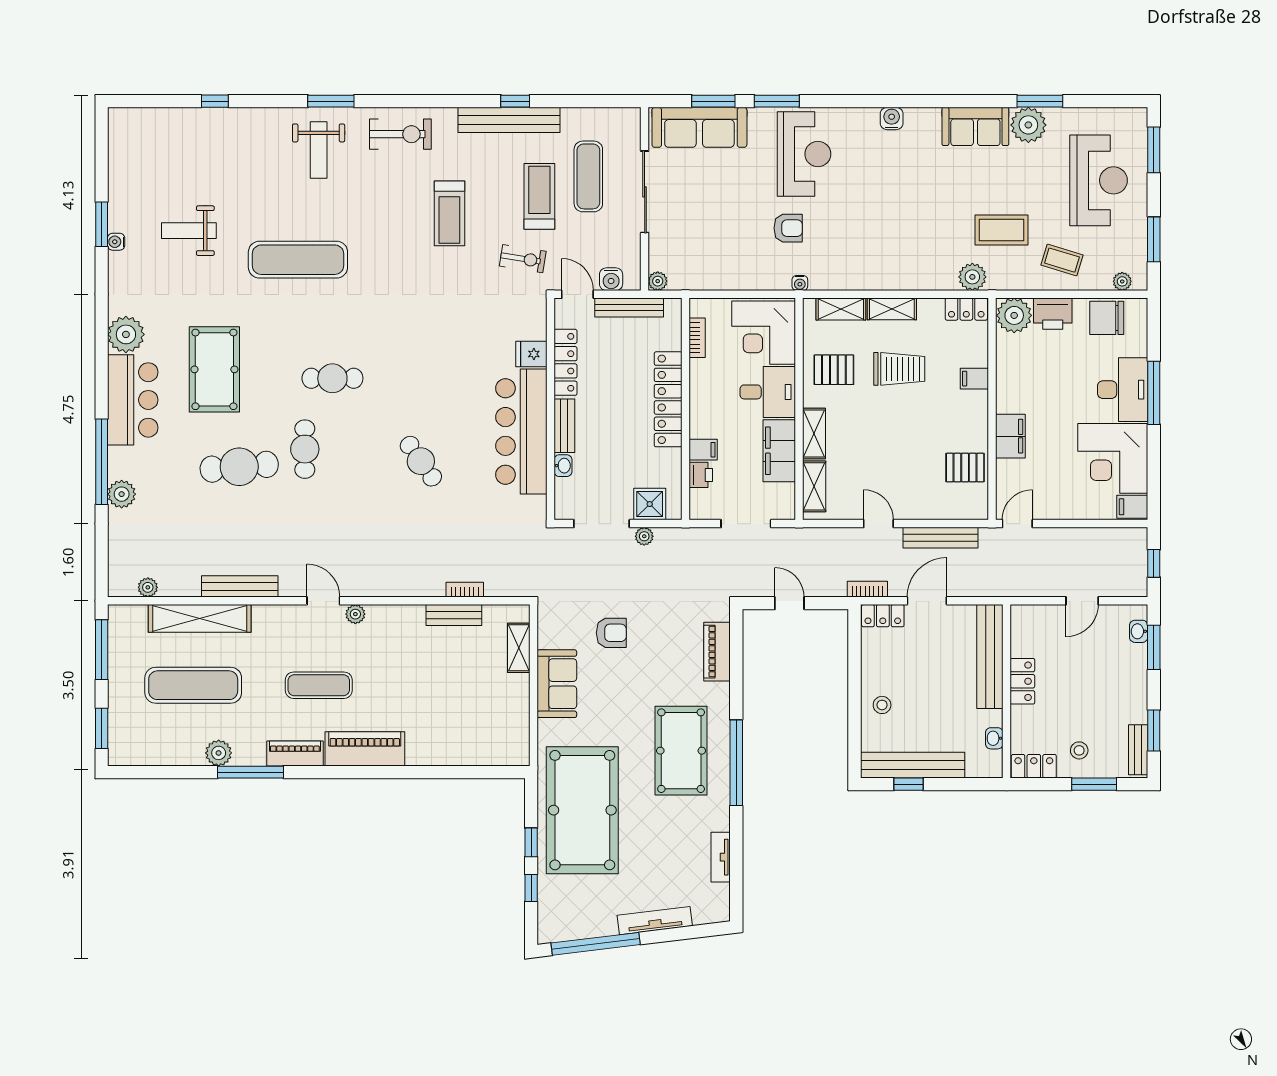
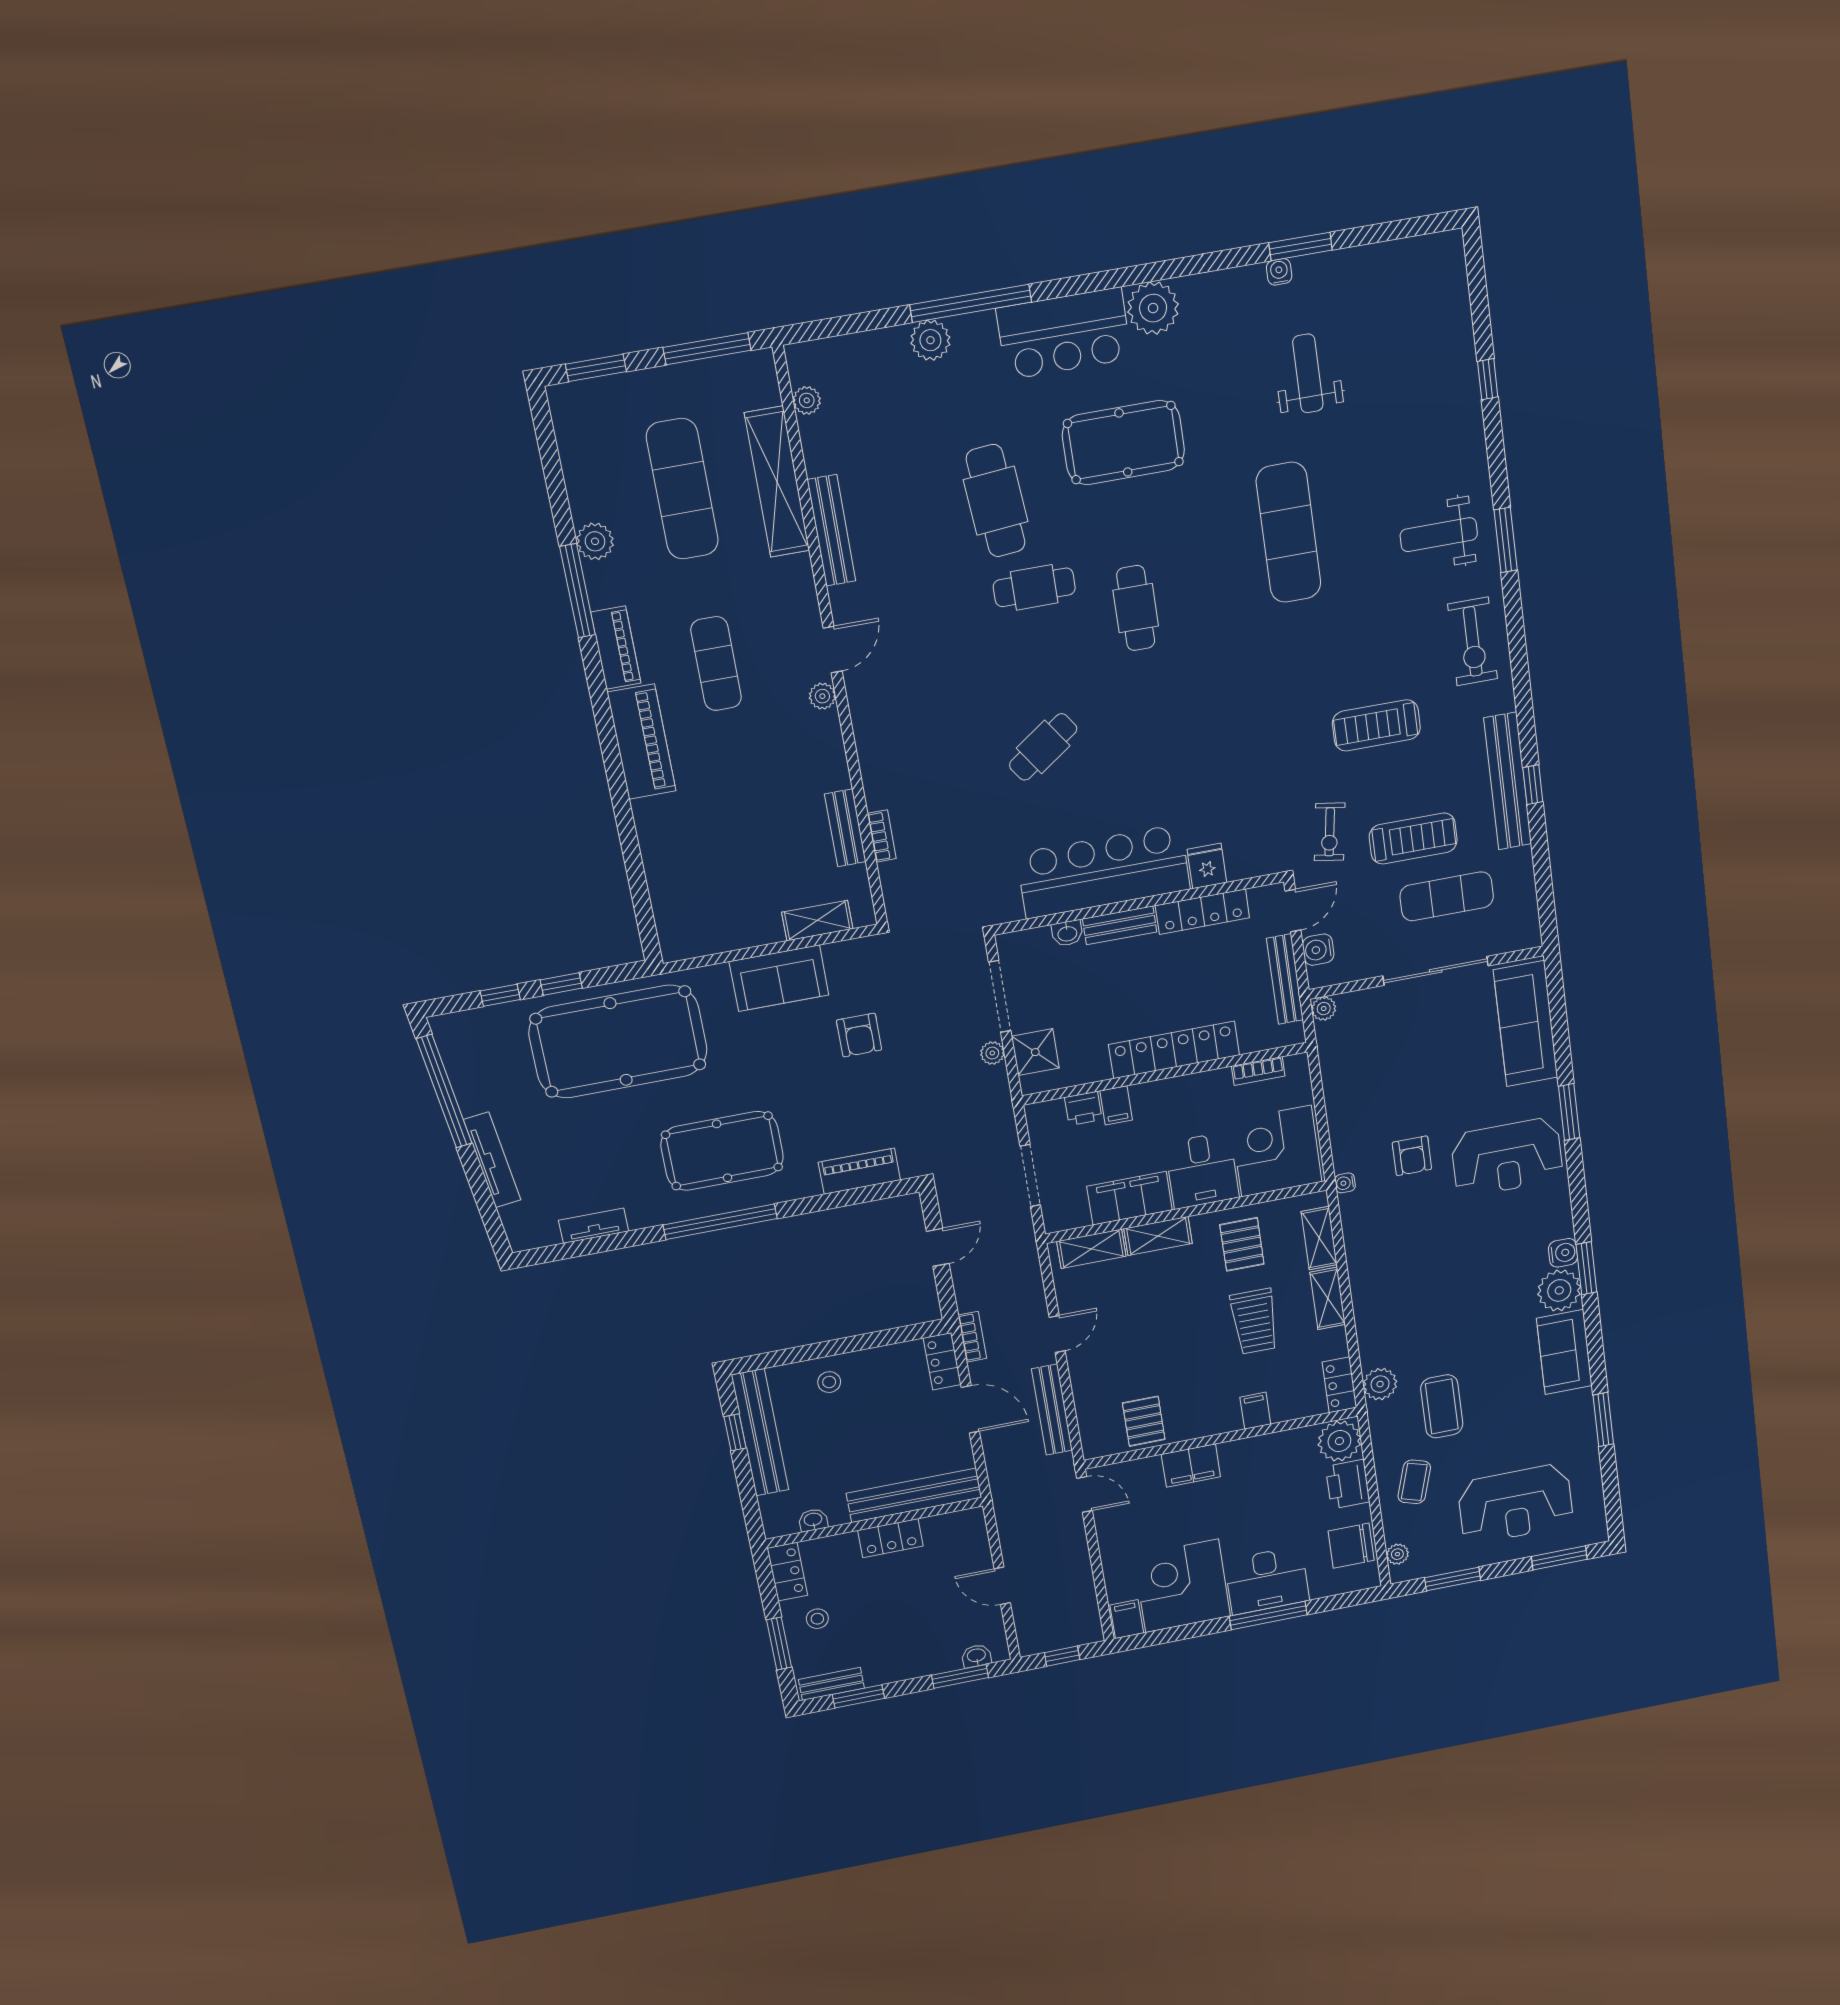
window: (713, 101) -> (1586, 1268), moved
plant: (1028, 125) -> (1559, 1290), moved
chair: (1107, 318) -> (1351, 1546), turned -90

